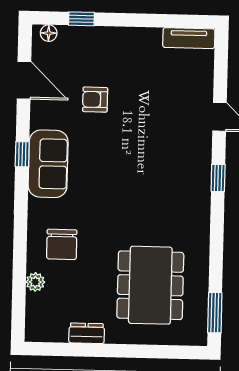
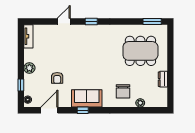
plant: (119, 39) -> (29, 68), added
chair: (62, 244) -> (123, 91), turned 90

